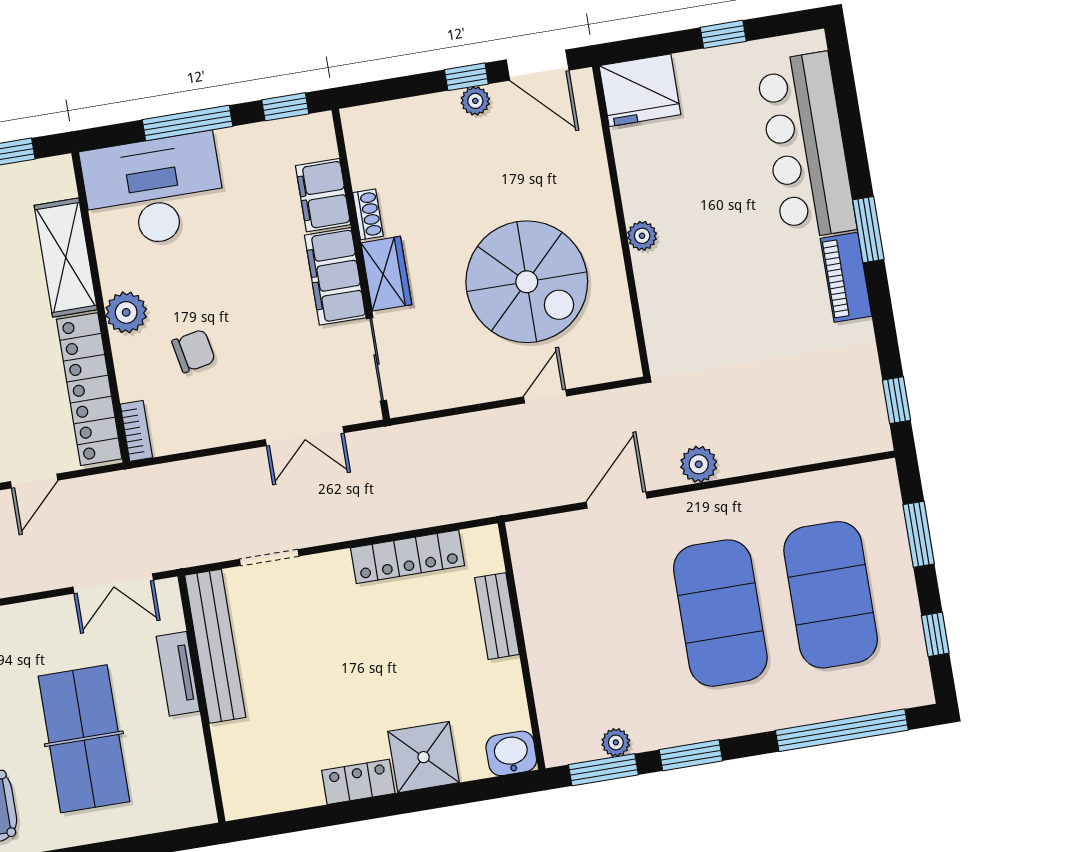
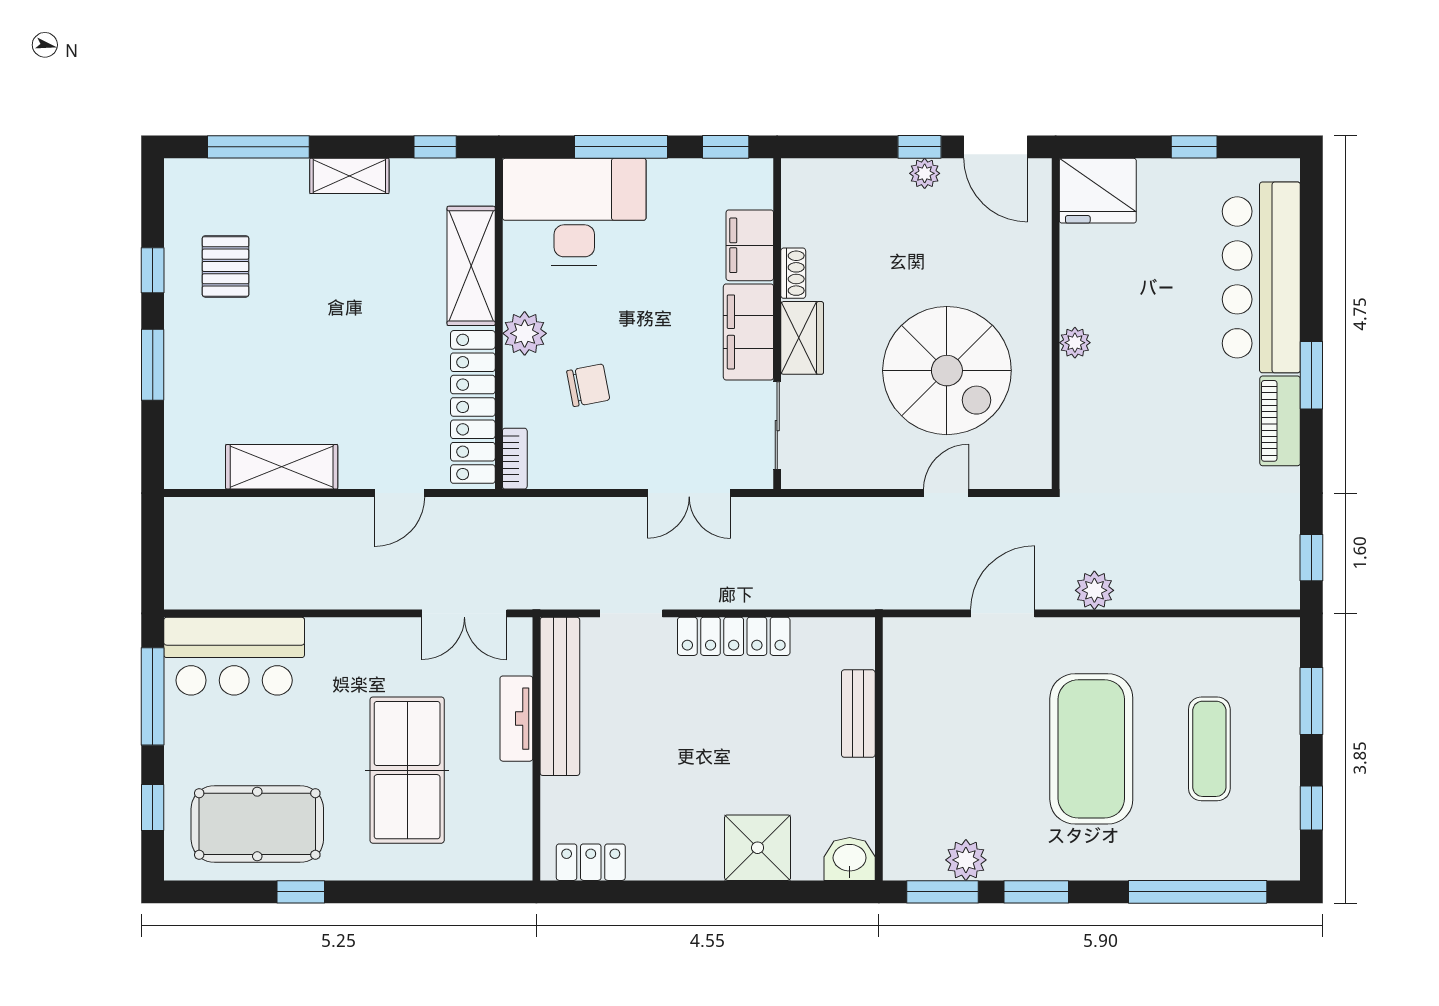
locker: (408, 557) -> (734, 636), moved
exercise mat: (831, 595) -> (1209, 749), width x0.50, depth x0.69
plant: (616, 742) -> (966, 860), width x1.38, depth x1.38
locker: (358, 782) -> (591, 862), moved

